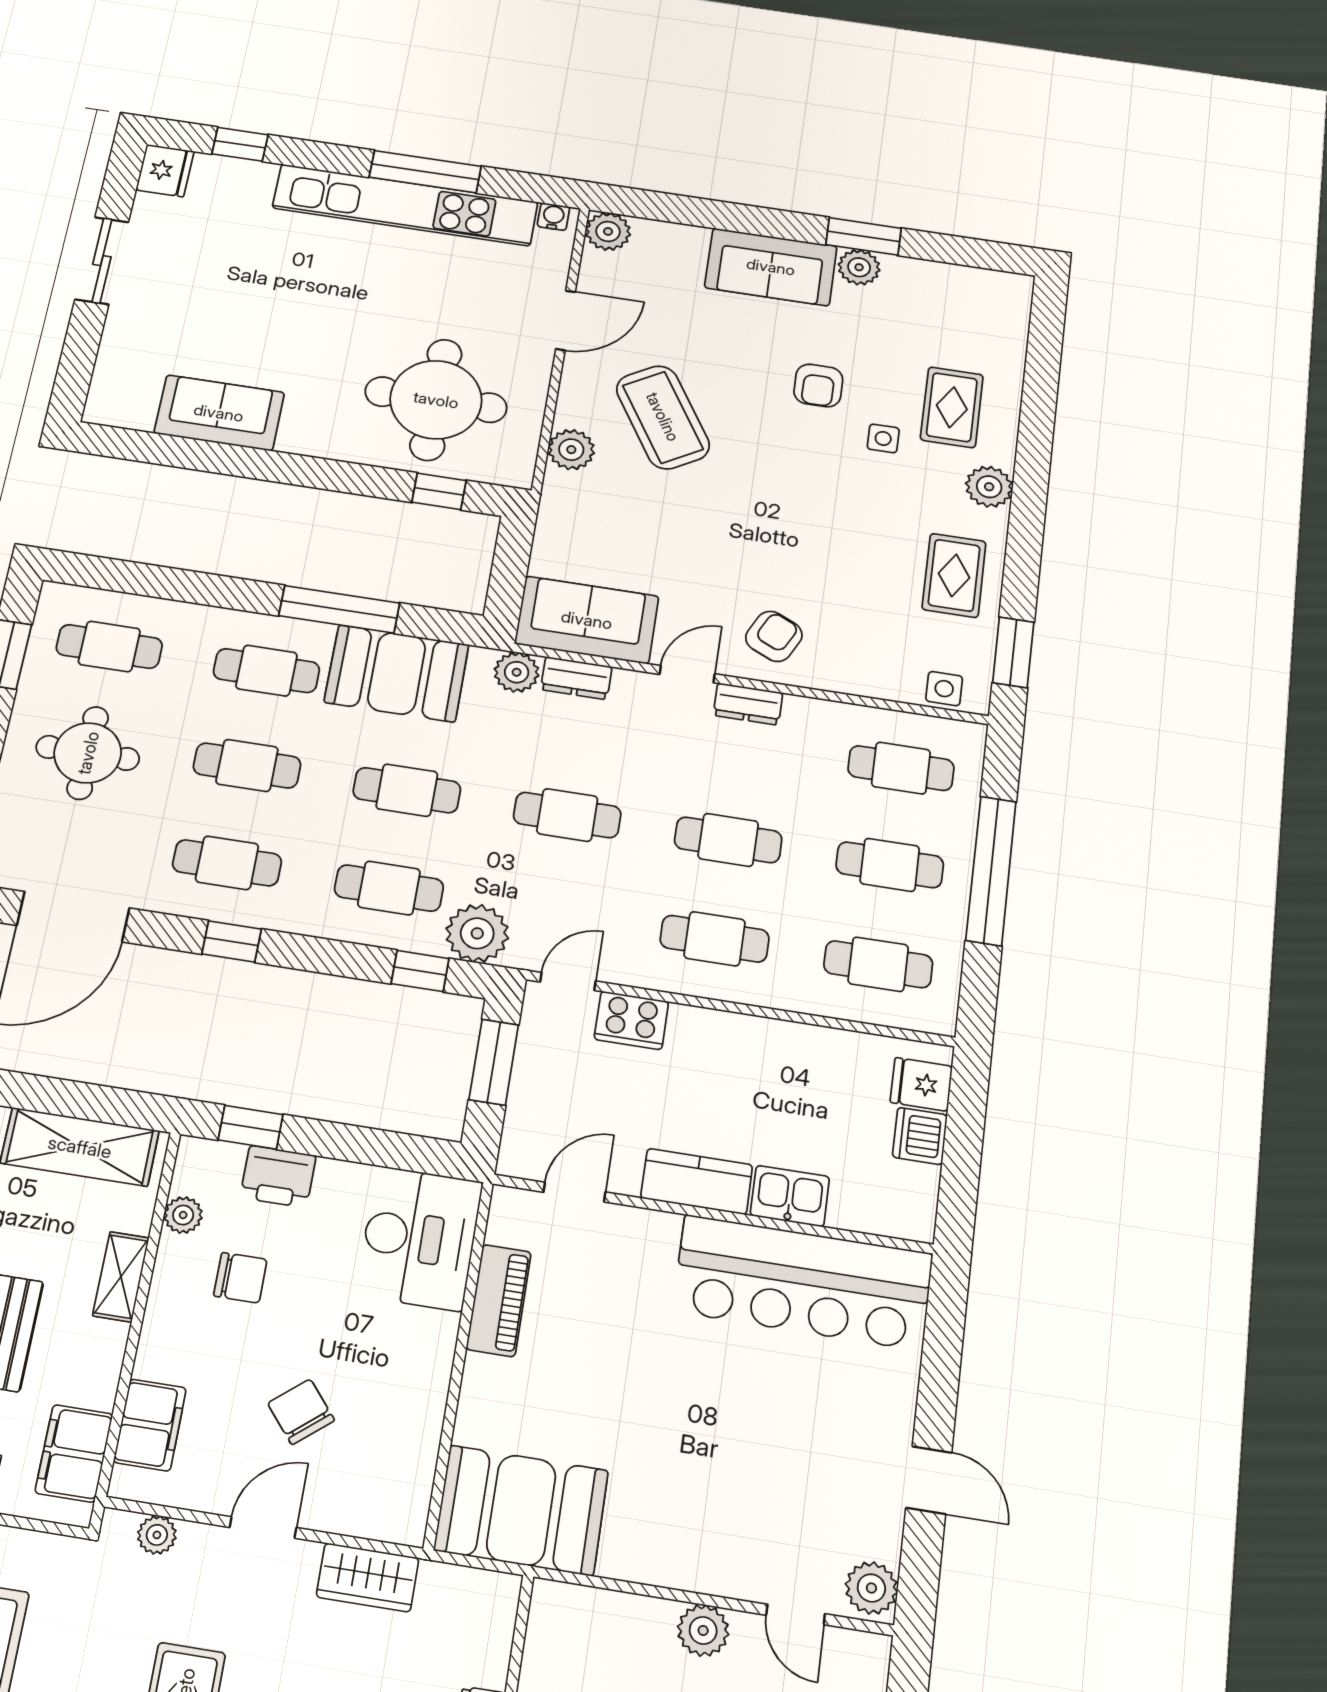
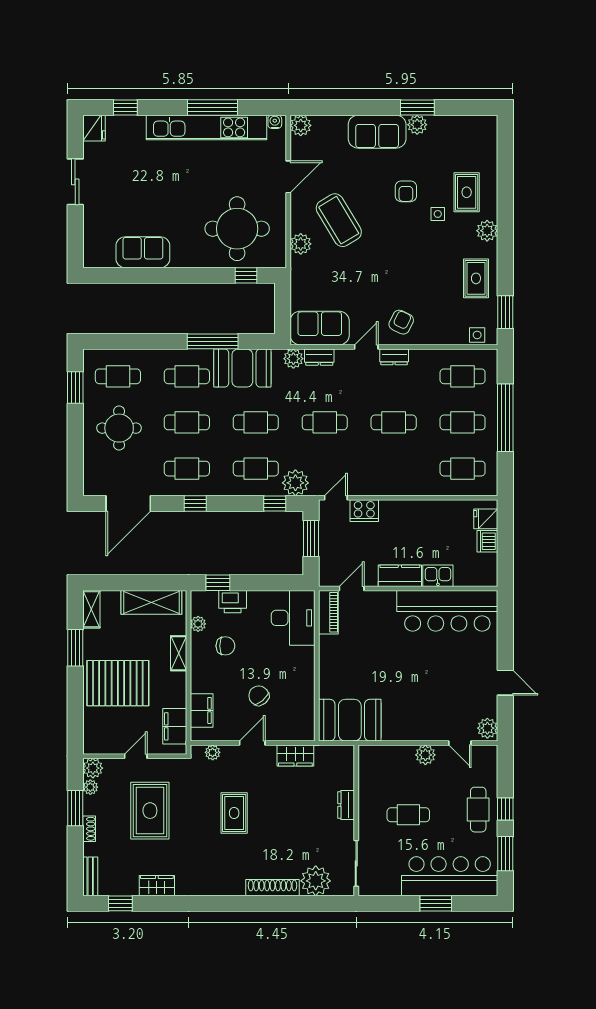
cafe table: (715, 939) -> (394, 469), removed
piano: (499, 1300) -> (328, 612), moved

